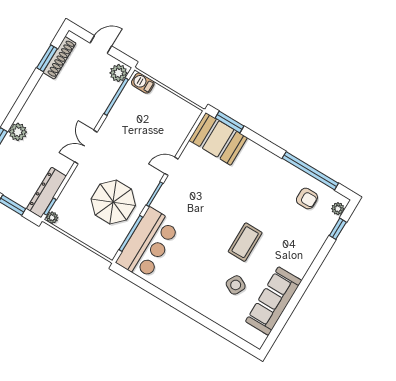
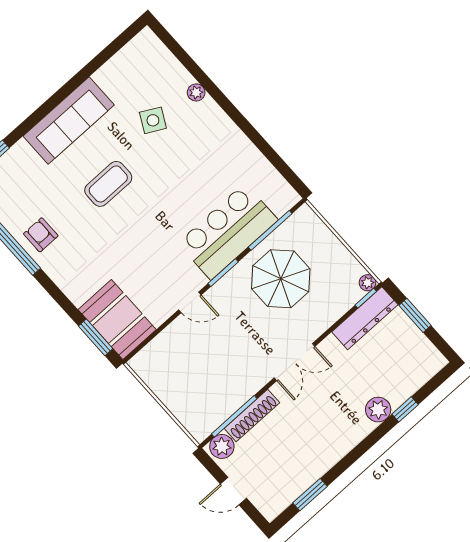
shoe rack: (60, 58) -> (252, 415), moved, turned 180
barbecue: (143, 83) -> (194, 424), removed
armchair: (307, 198) -> (41, 235), moved
coffee table: (245, 242) -> (108, 184), moved
bar counter: (148, 244) -> (228, 231), moved
sofa: (274, 301) -> (69, 120), moved
plant: (212, 313) -> (196, 92), added

